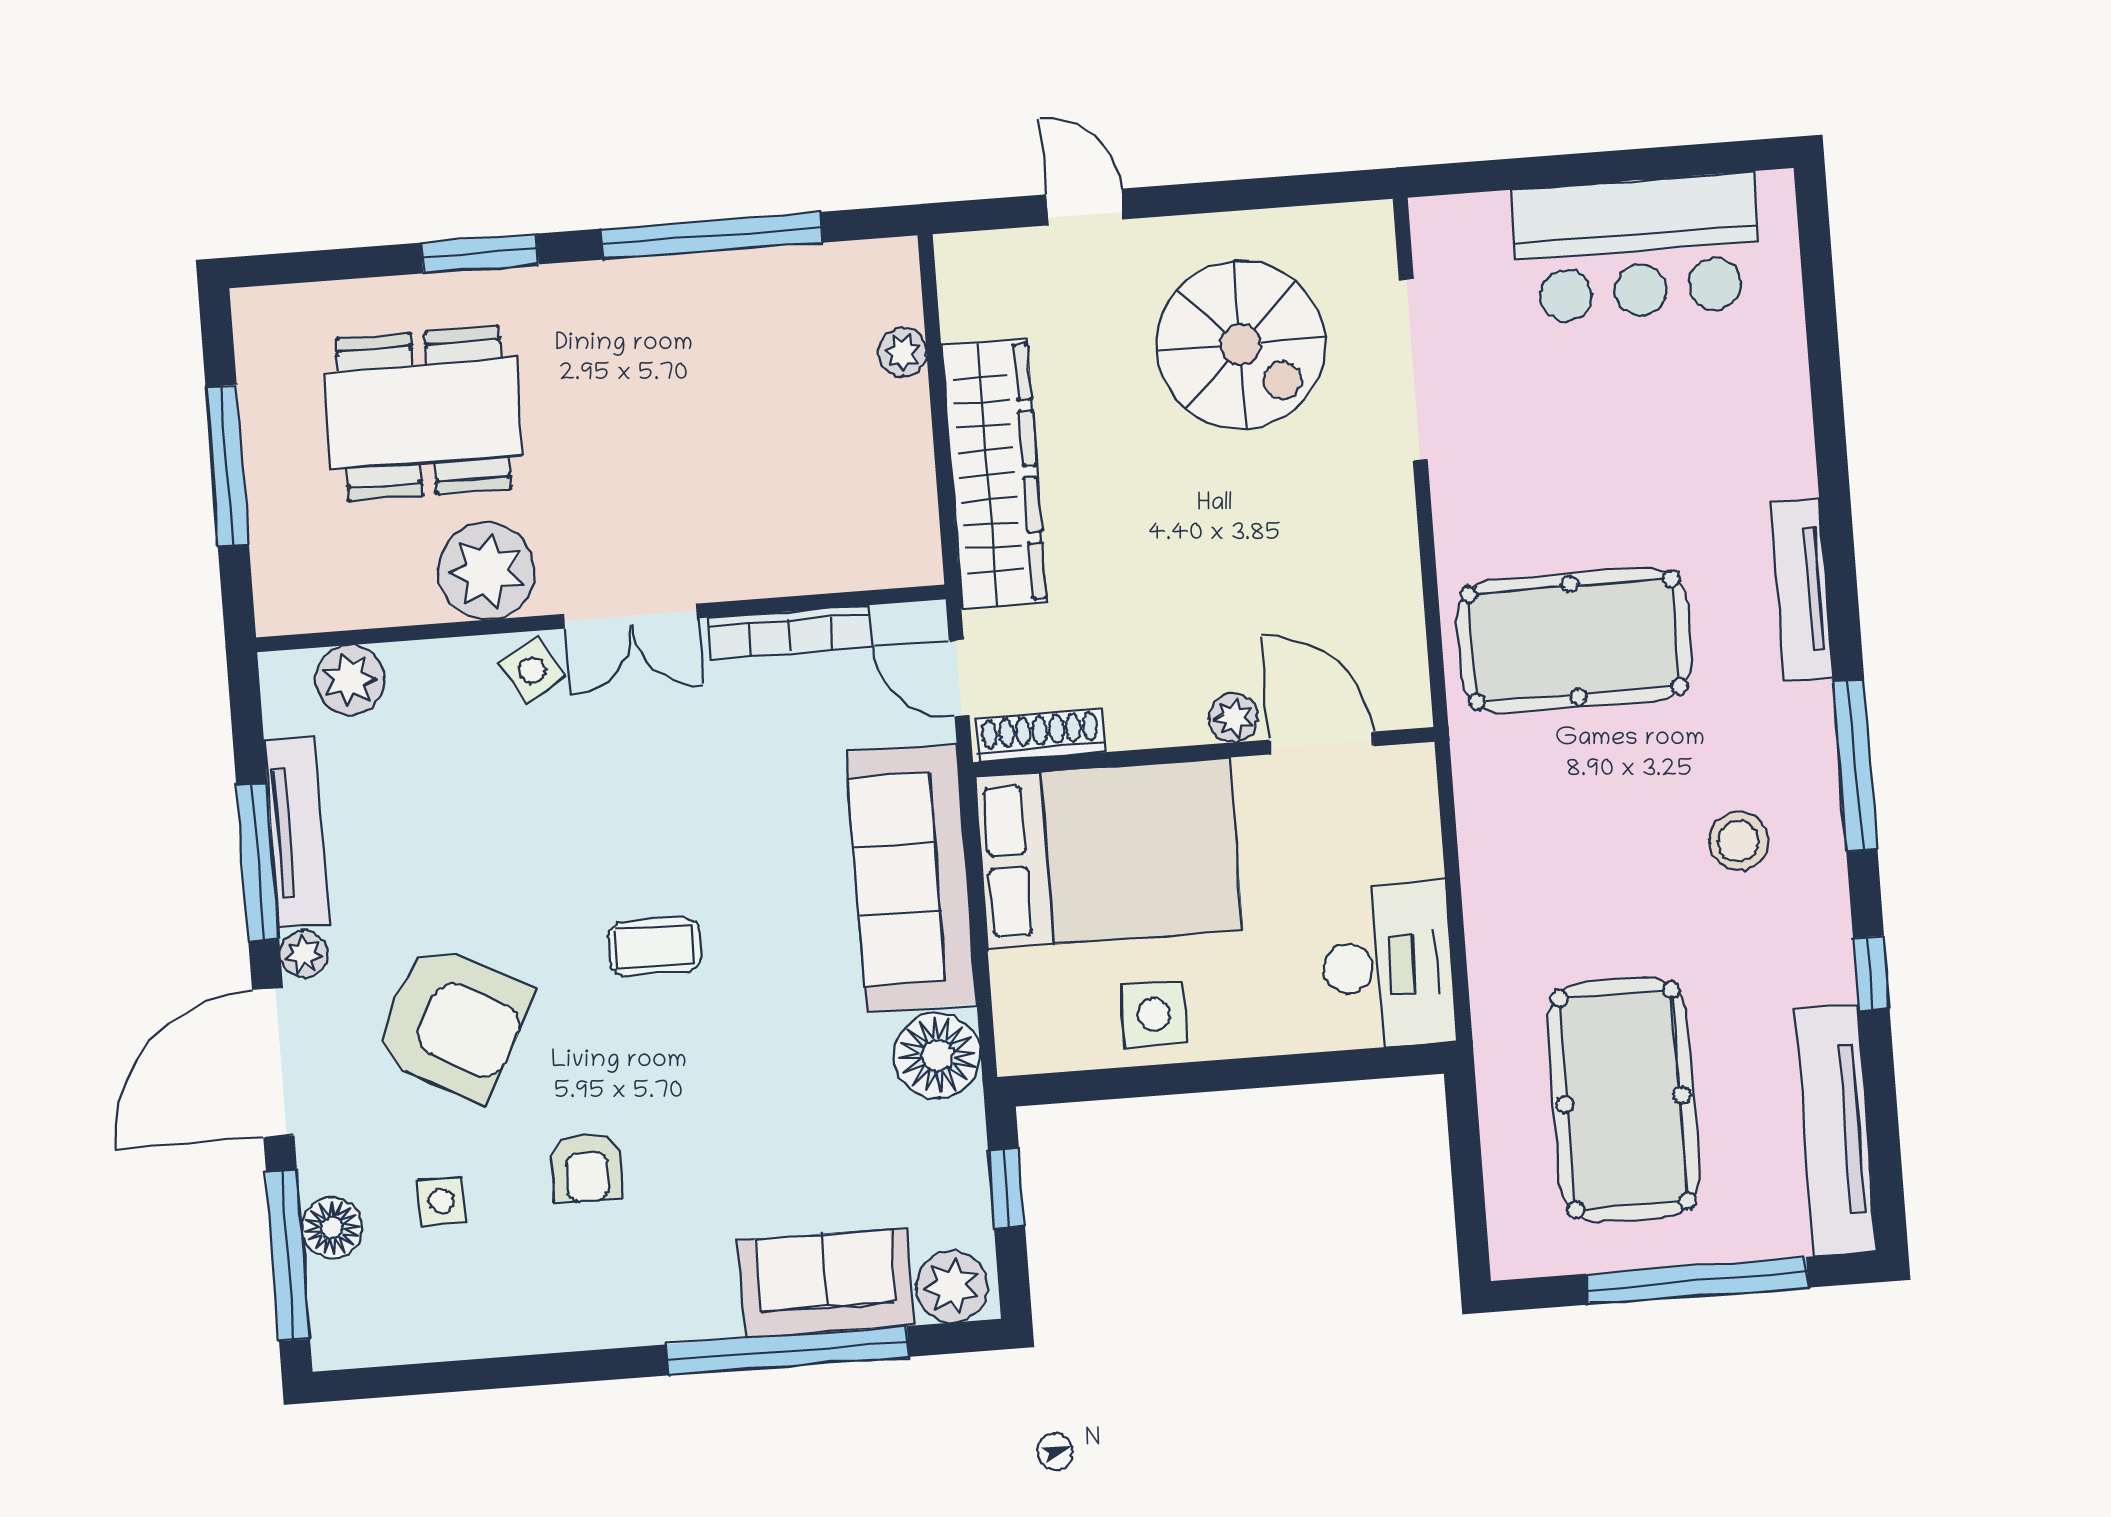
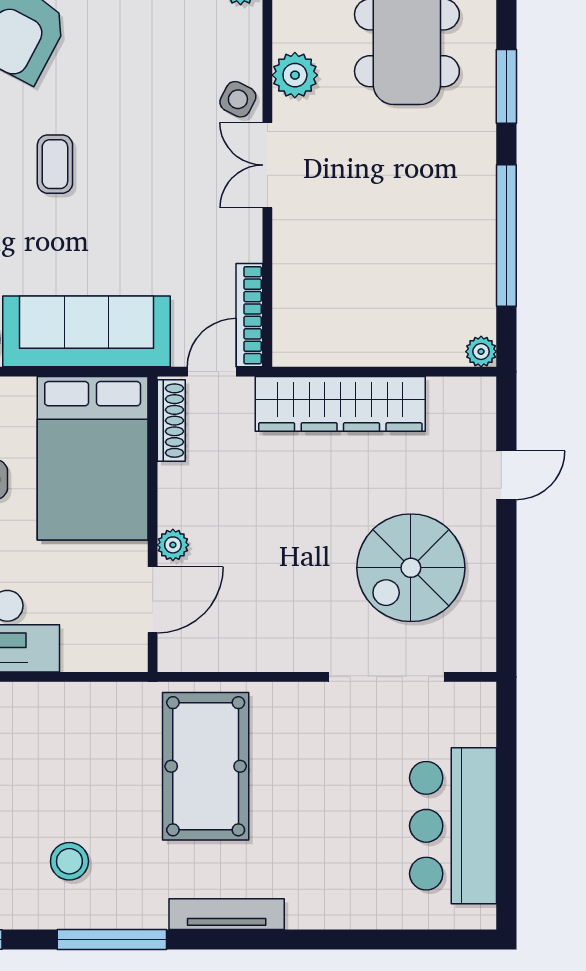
plant: (902, 352) -> (481, 352), moved
plant: (486, 571) -> (295, 75), width x0.73, depth x0.73
bookcase: (790, 632) -> (249, 315), moved
side table: (532, 670) -> (238, 99), turned -32

